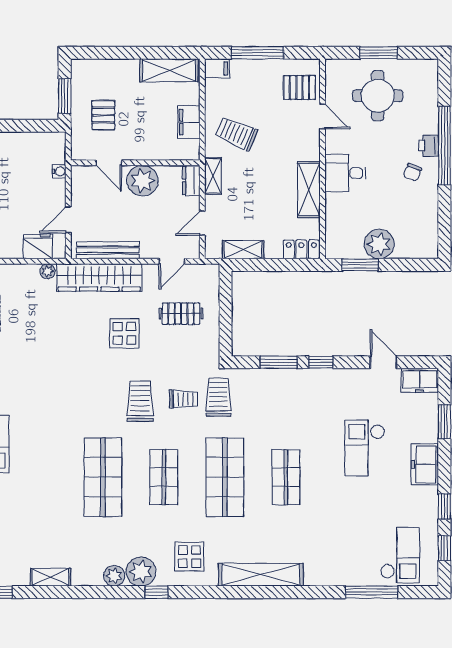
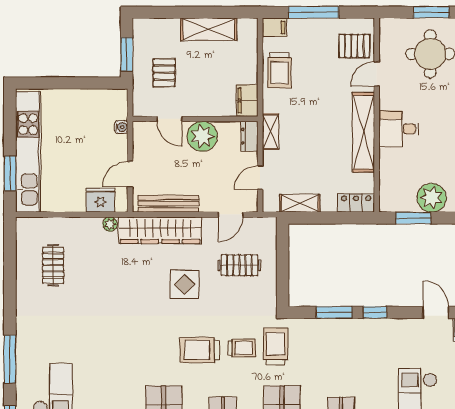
shelving: (169, 70) -> (209, 29), moved
door: (323, 116) -> (377, 74), swing flipped
filing cabinet: (189, 122) -> (247, 101), moved
trolley: (236, 134) -> (279, 70), moved, turned -113
shelving: (309, 190) -> (363, 132), width x1.47
trolley: (140, 401) -> (200, 350), turned -90

